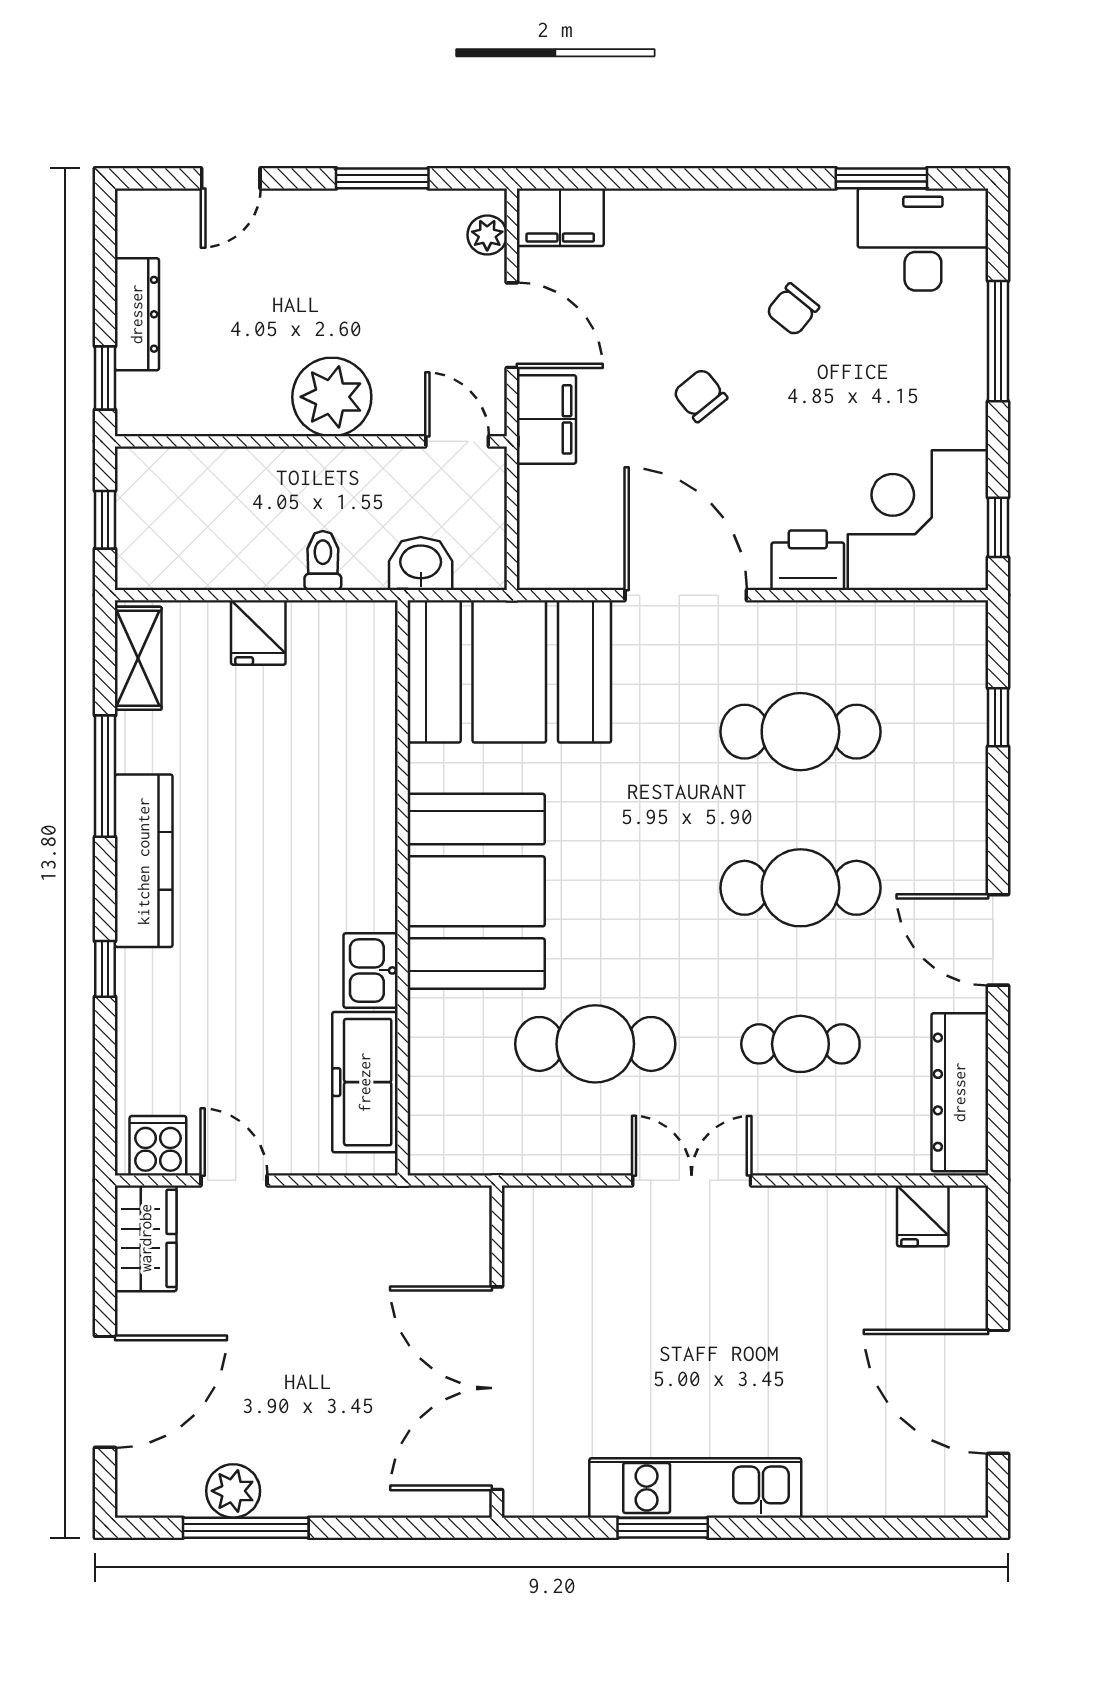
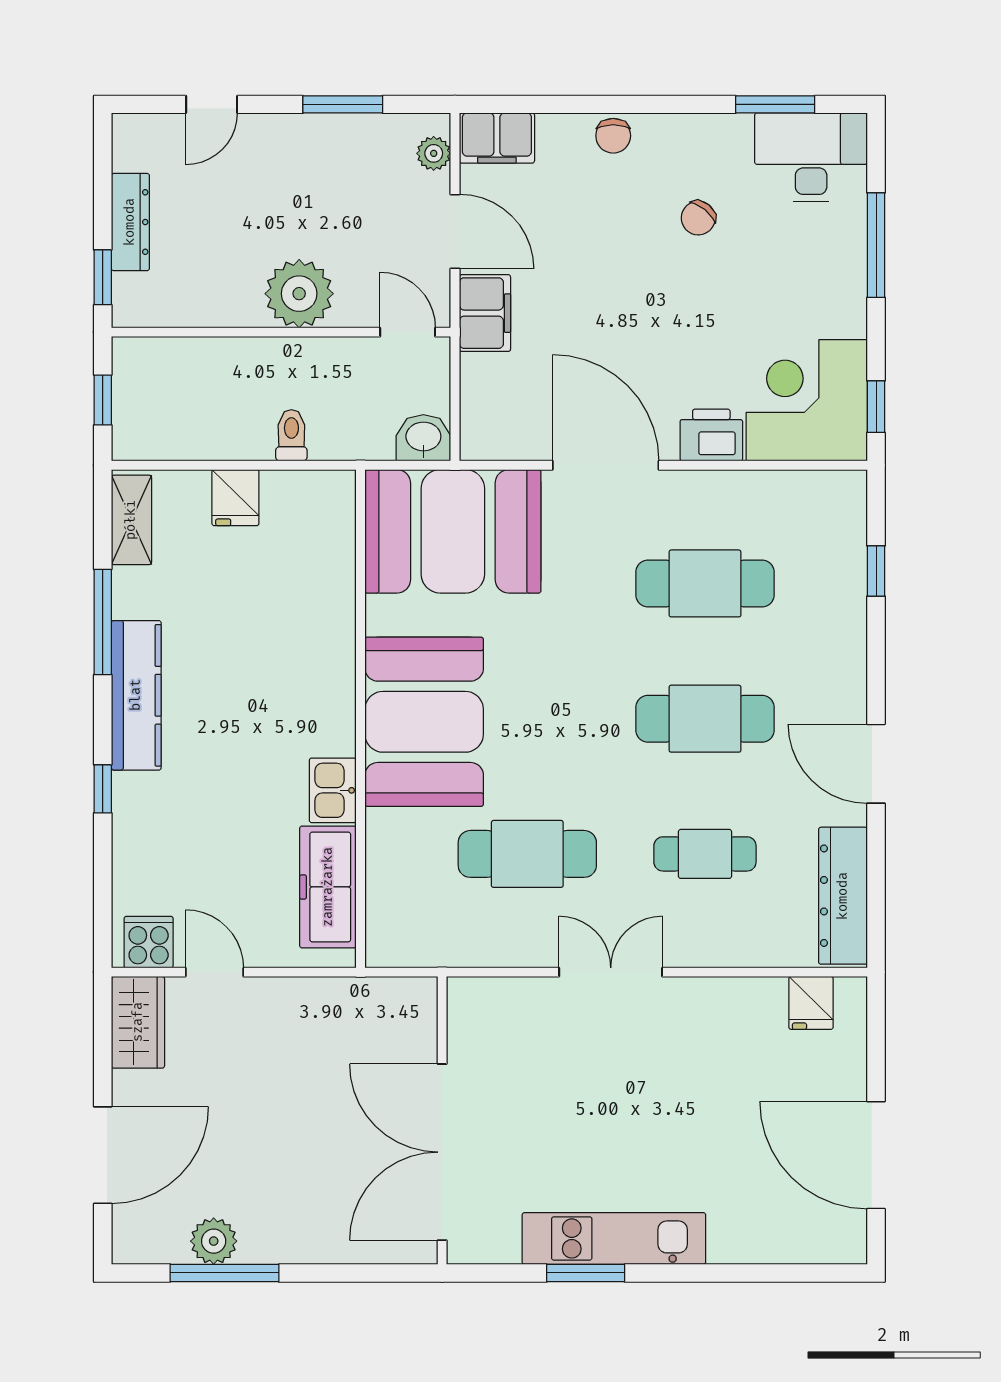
chair: (700, 395) -> (613, 136), moved, turned -141
washbasin: (421, 563) -> (423, 438), moved

